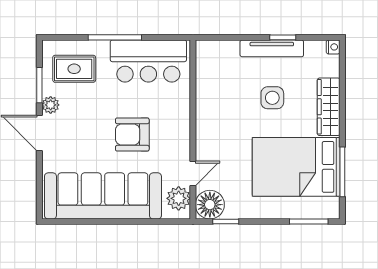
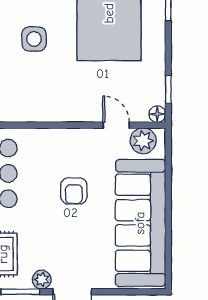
armchair: (132, 135) -> (74, 191), width x0.72, depth x0.72
floor lamp: (210, 205) -> (157, 114), width x0.53, depth x0.53

